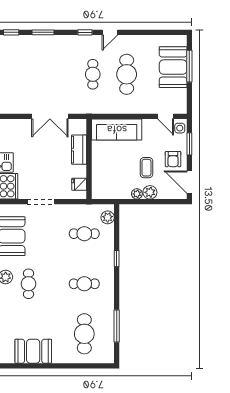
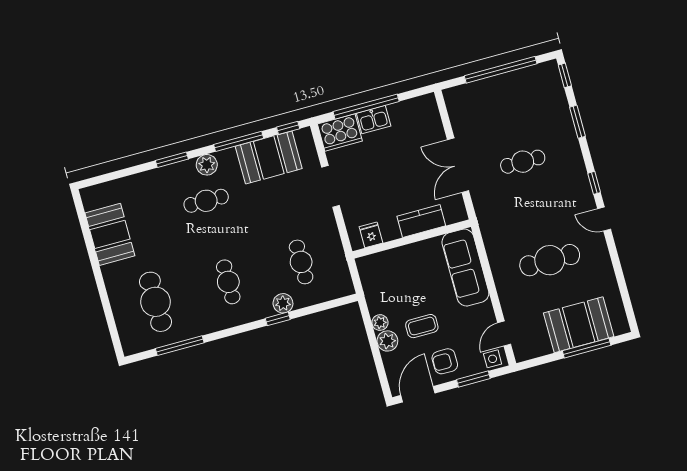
cafe table: (93, 74) -> (523, 162), moved
plant: (108, 217) -> (283, 303), moved
cafe table: (84, 334) -> (156, 302), turned 90

